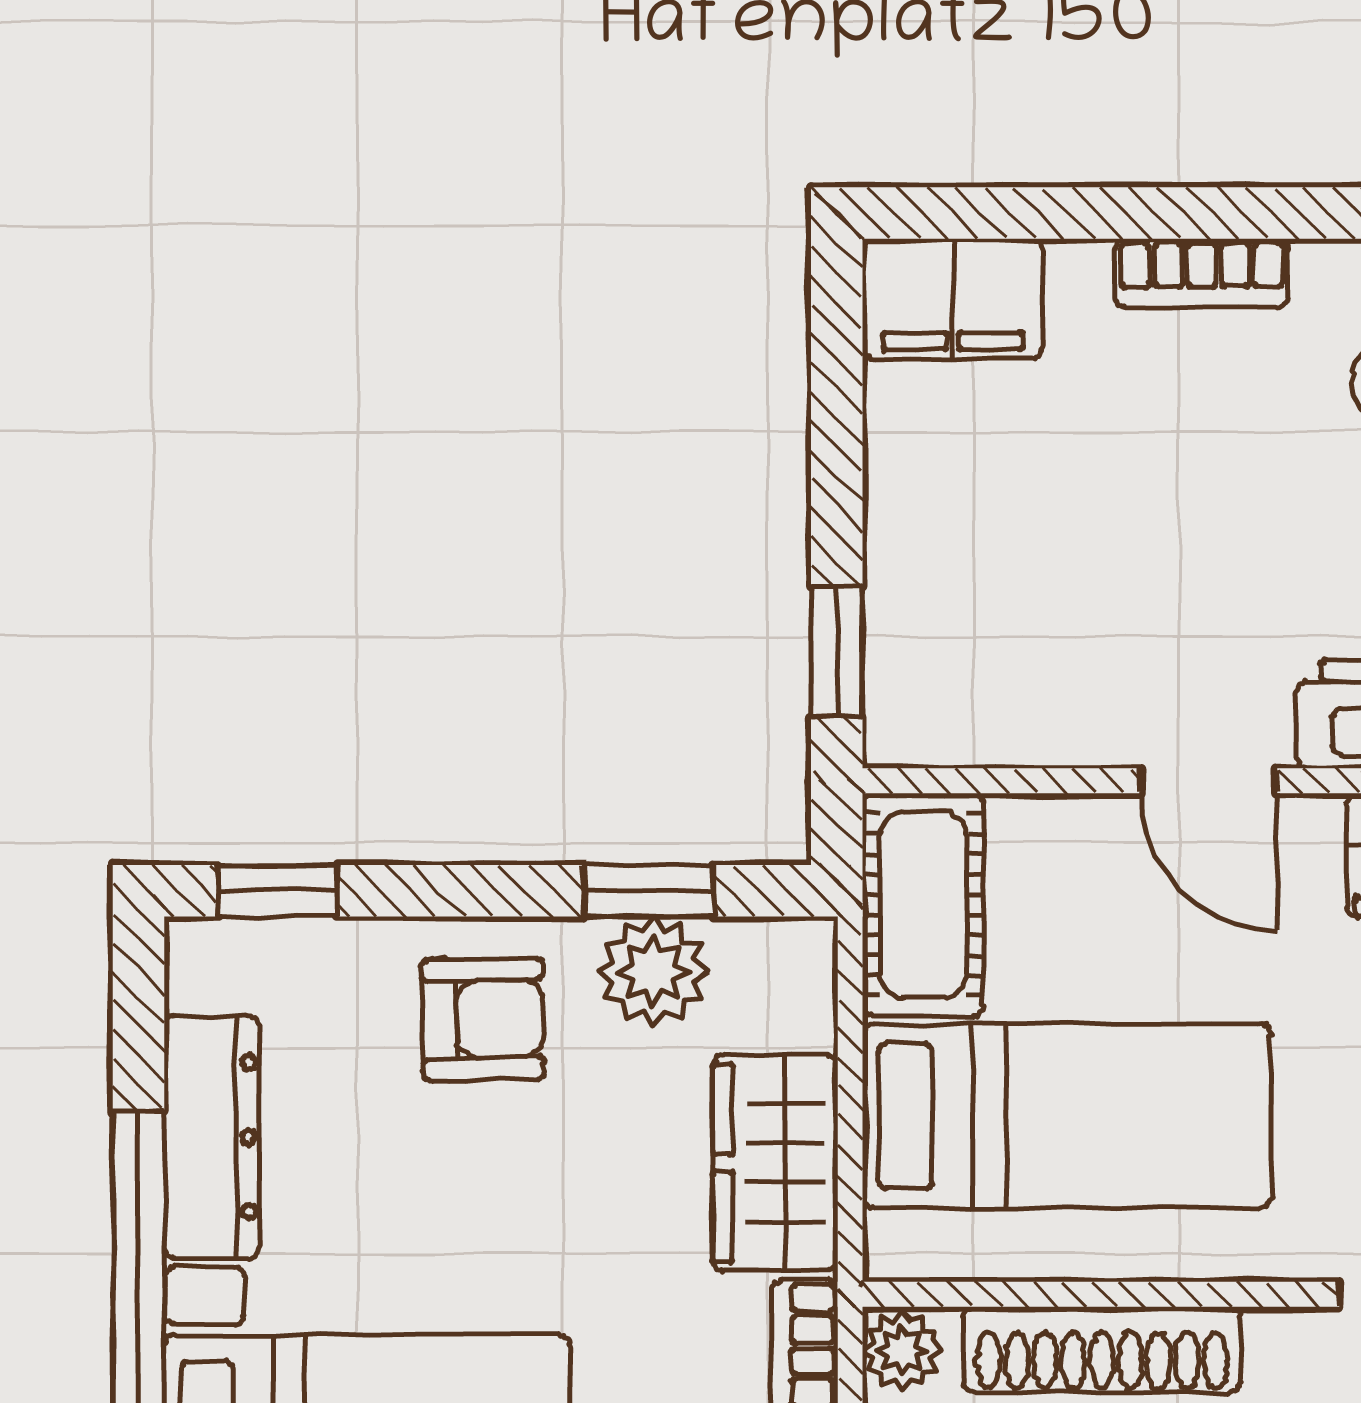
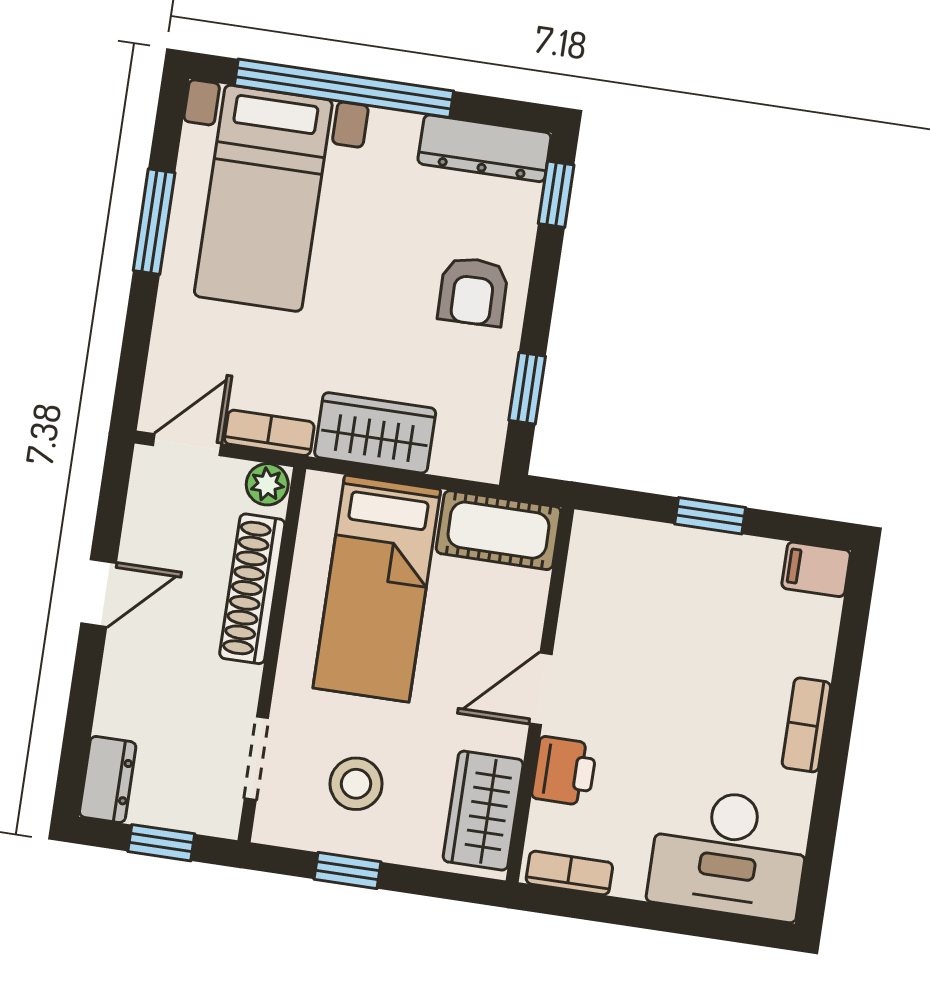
filing cabinet: (953, 299) -> (816, 569), width x0.50
window: (837, 651) -> (710, 516), moved
plant: (653, 971) -> (485, 384), removed
dresser: (212, 1137) -> (484, 148), moved

